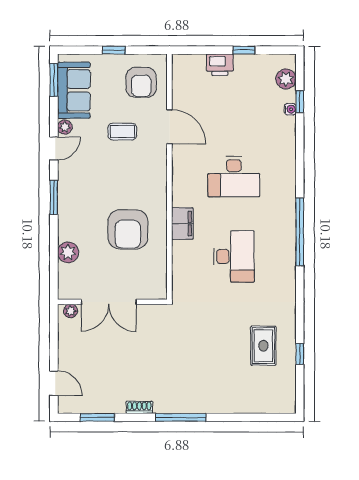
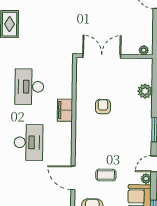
desk: (234, 177) -> (28, 142), turned 90
armchair: (128, 229) -> (103, 107), width x0.53, depth x0.53
double door: (109, 302) -> (102, 56), moved

